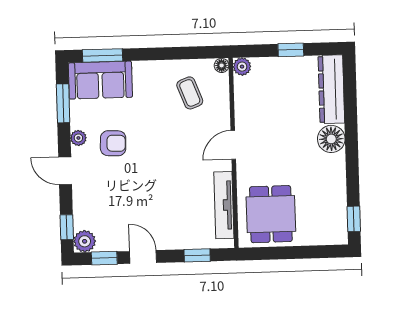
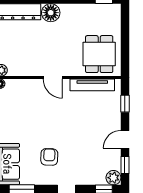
coffee table: (190, 93) -> (18, 105), removed
plant: (78, 138) -> (45, 180), removed
dining table: (271, 214) -> (99, 54), turned 90

